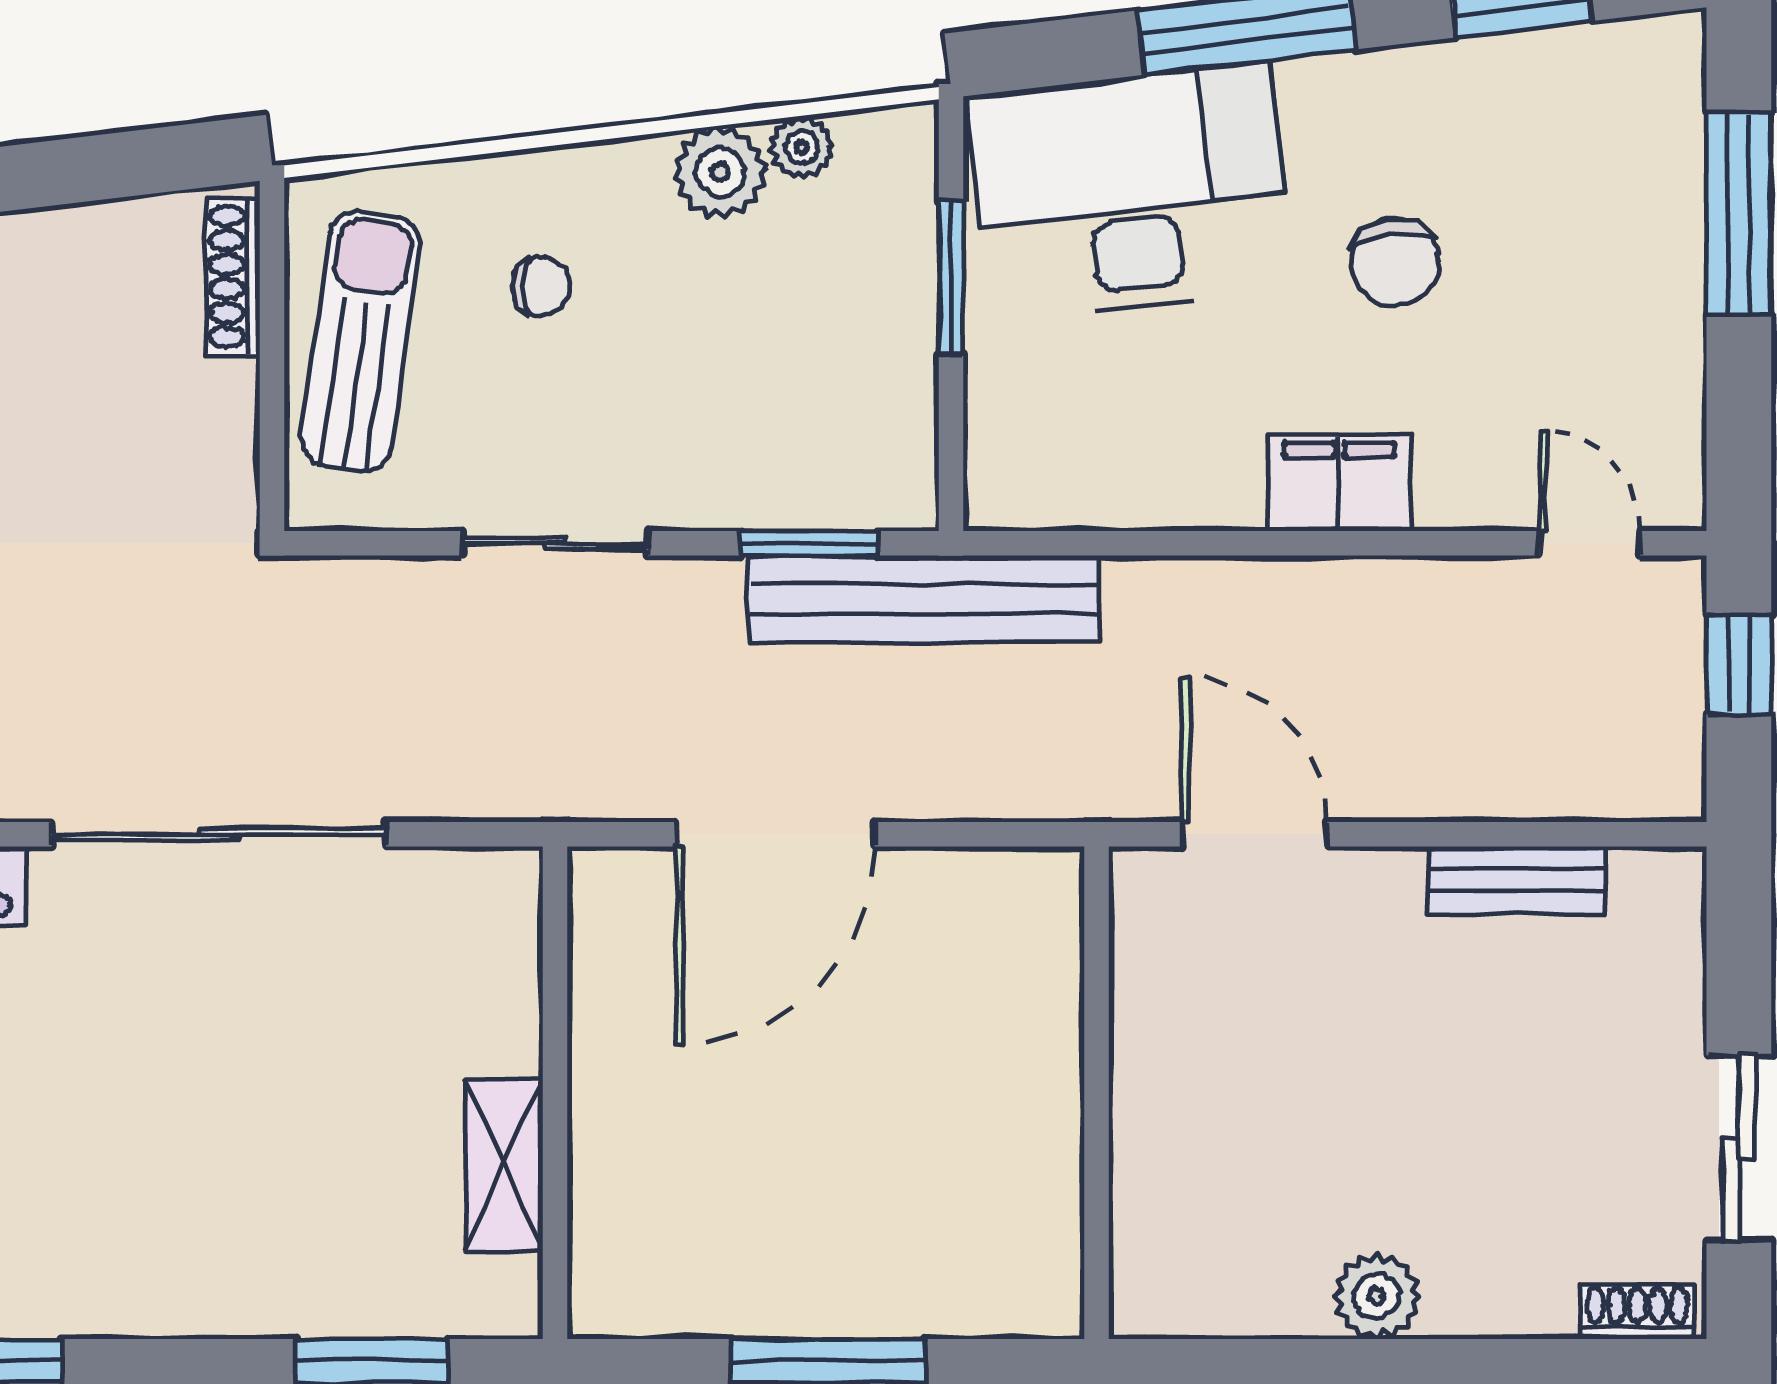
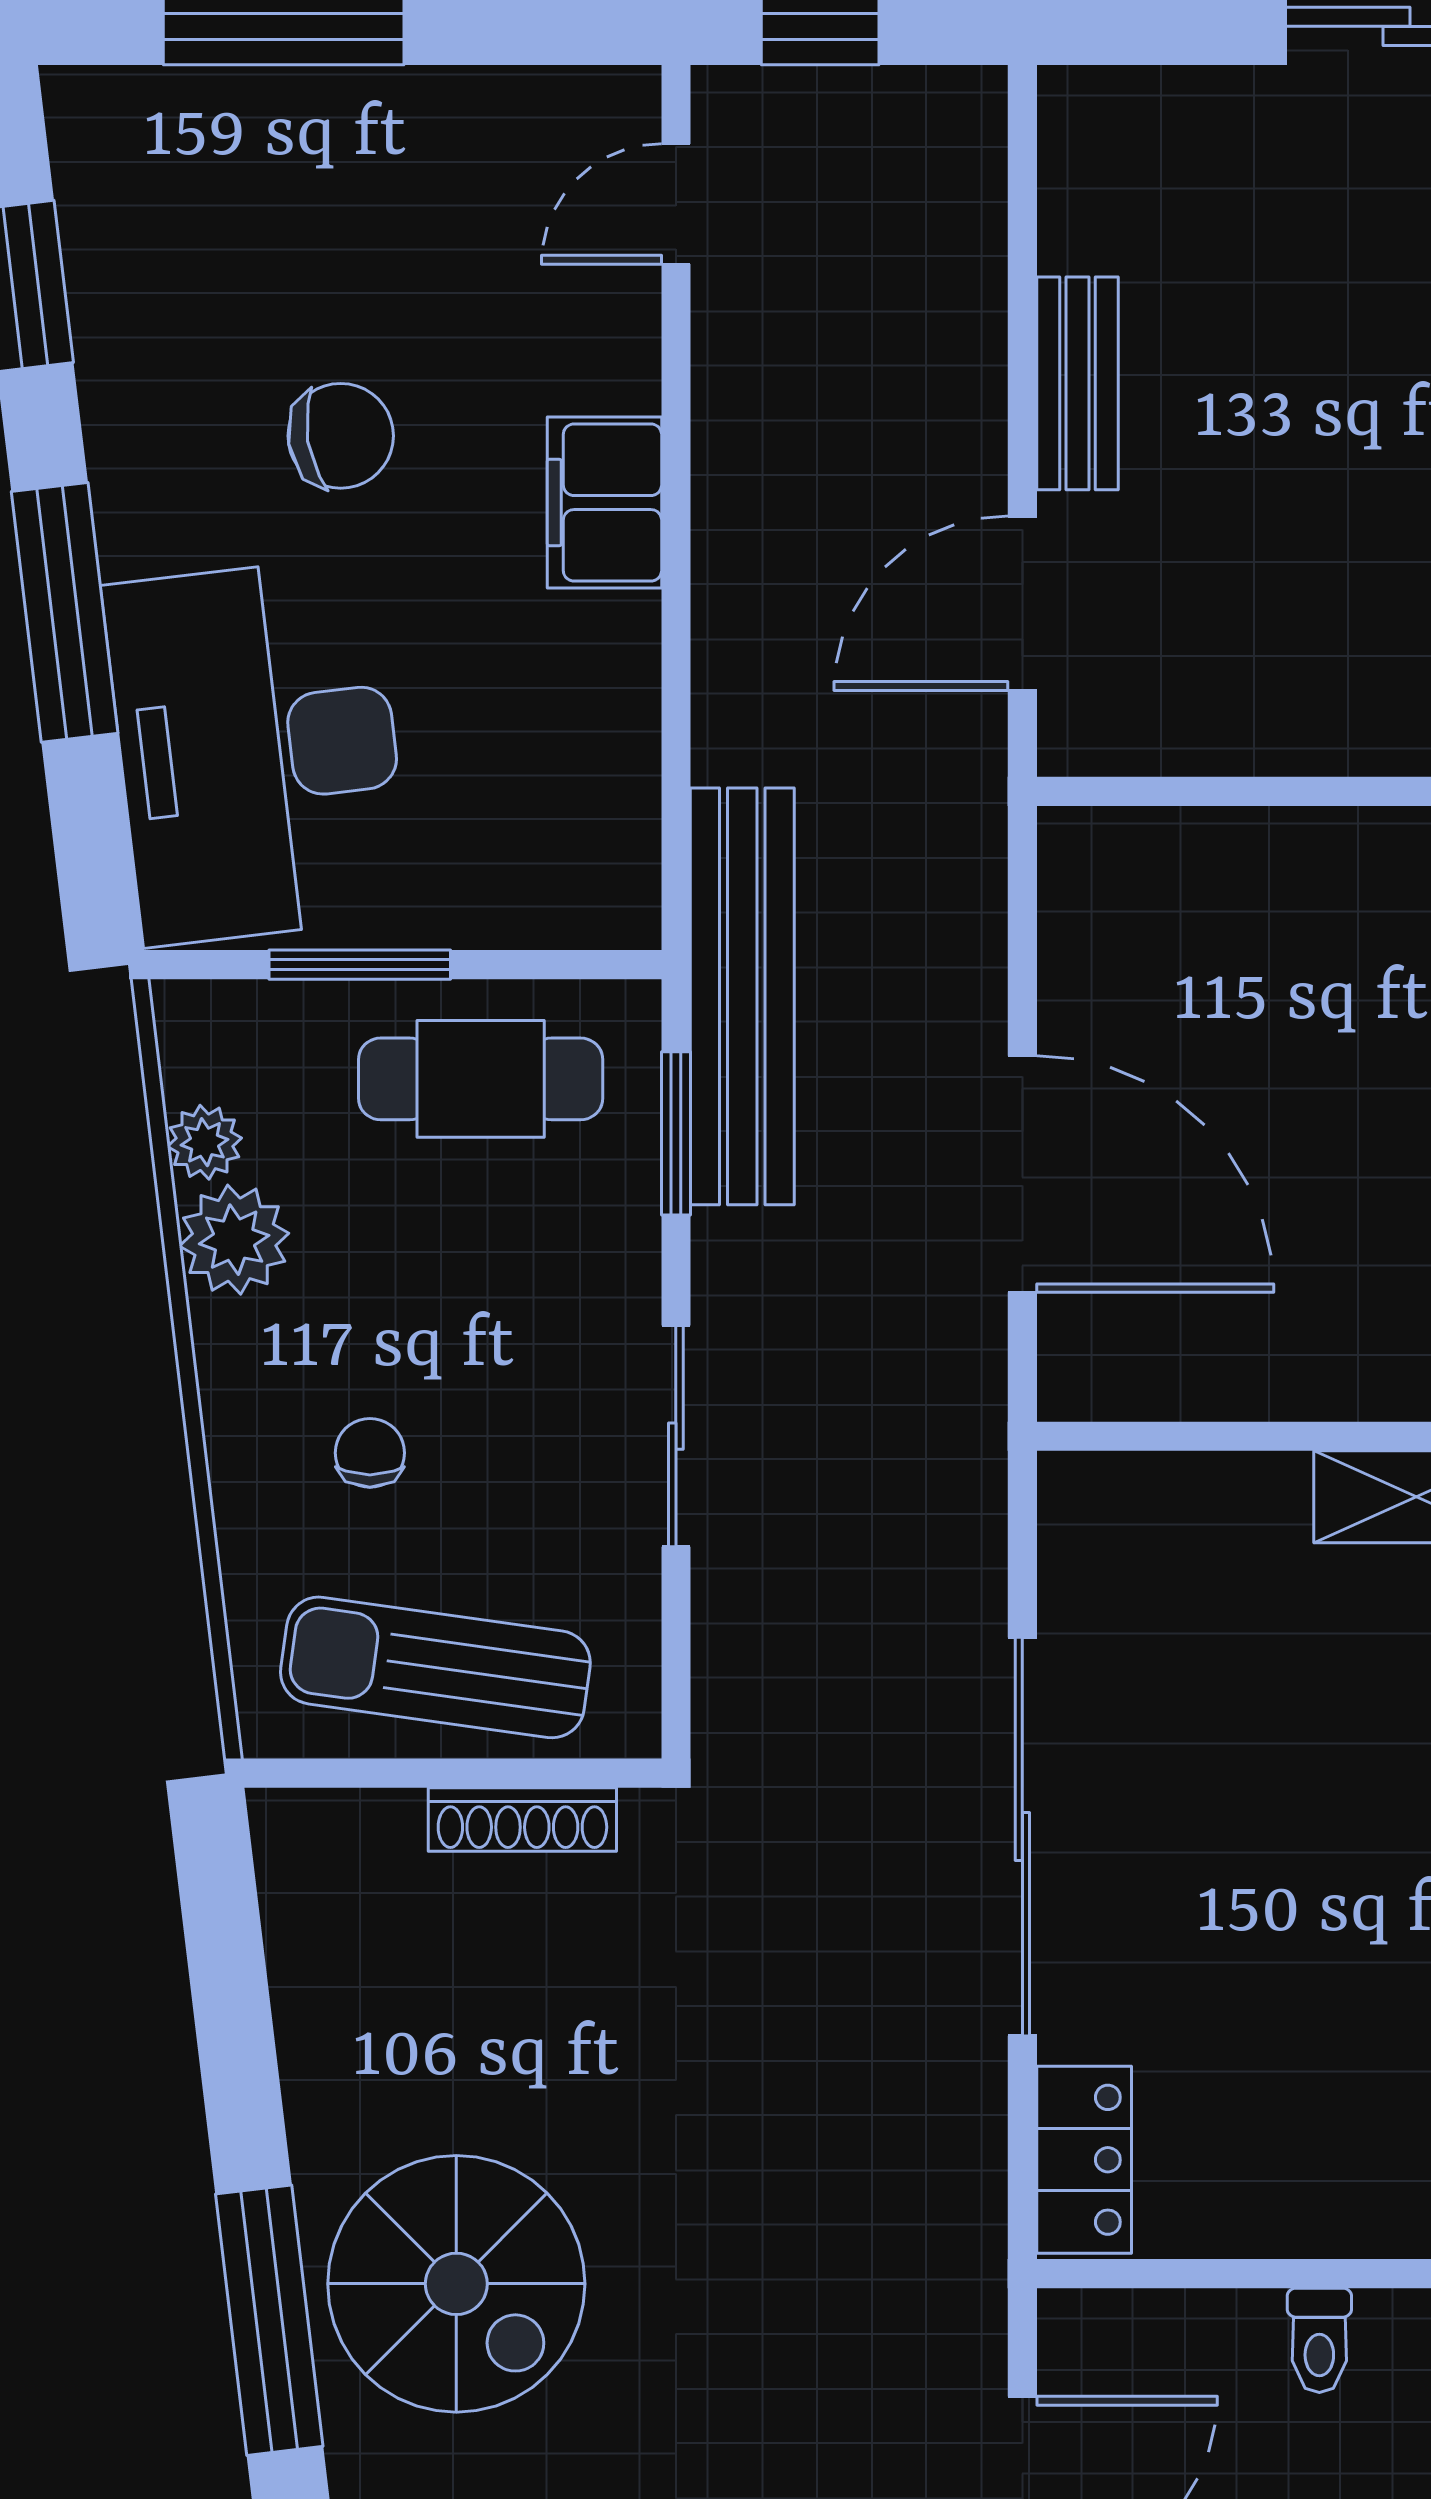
shoe rack: (233, 277) -> (522, 1819), moved
cafe table: (855, 379) -> (481, 1079), added
bench: (1517, 880) -> (1077, 383), moved

